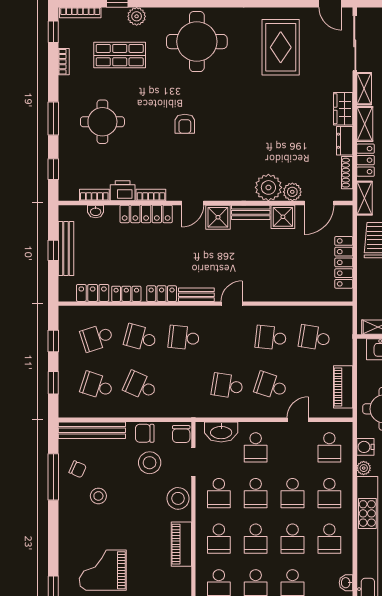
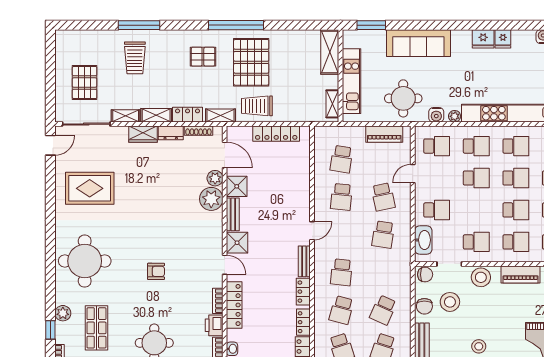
door: (232, 304) -> (312, 231), swing flipped
school desk: (271, 386) -> (383, 197), turned -30
door: (298, 420) -> (413, 174), hinge flipped
school desk: (256, 493) -> (476, 210), removed

